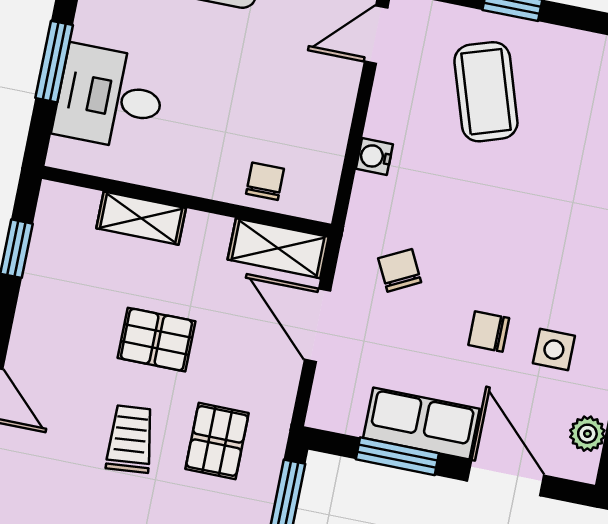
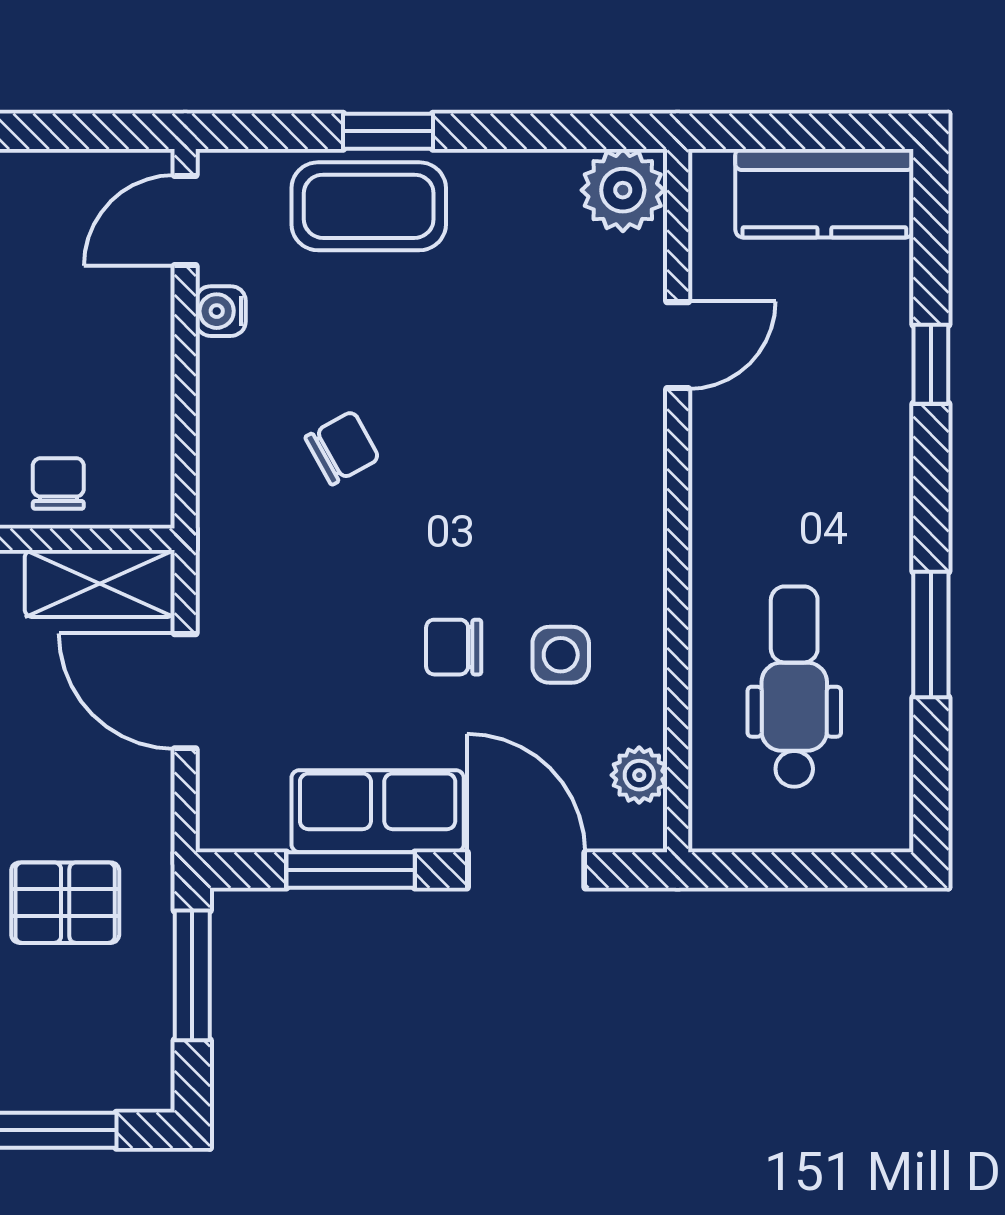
coffee table: (486, 92) -> (369, 206), moved, turned -72
water cooler: (374, 156) -> (221, 311), moved
chair: (400, 270) -> (342, 448), moved, turned 88
pallet: (217, 441) -> (65, 903), turned 90

